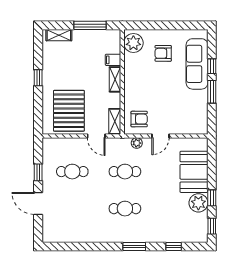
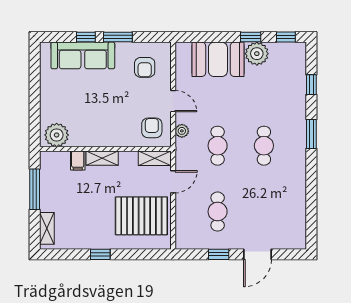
armchair: (163, 53) -> (145, 67), moved

